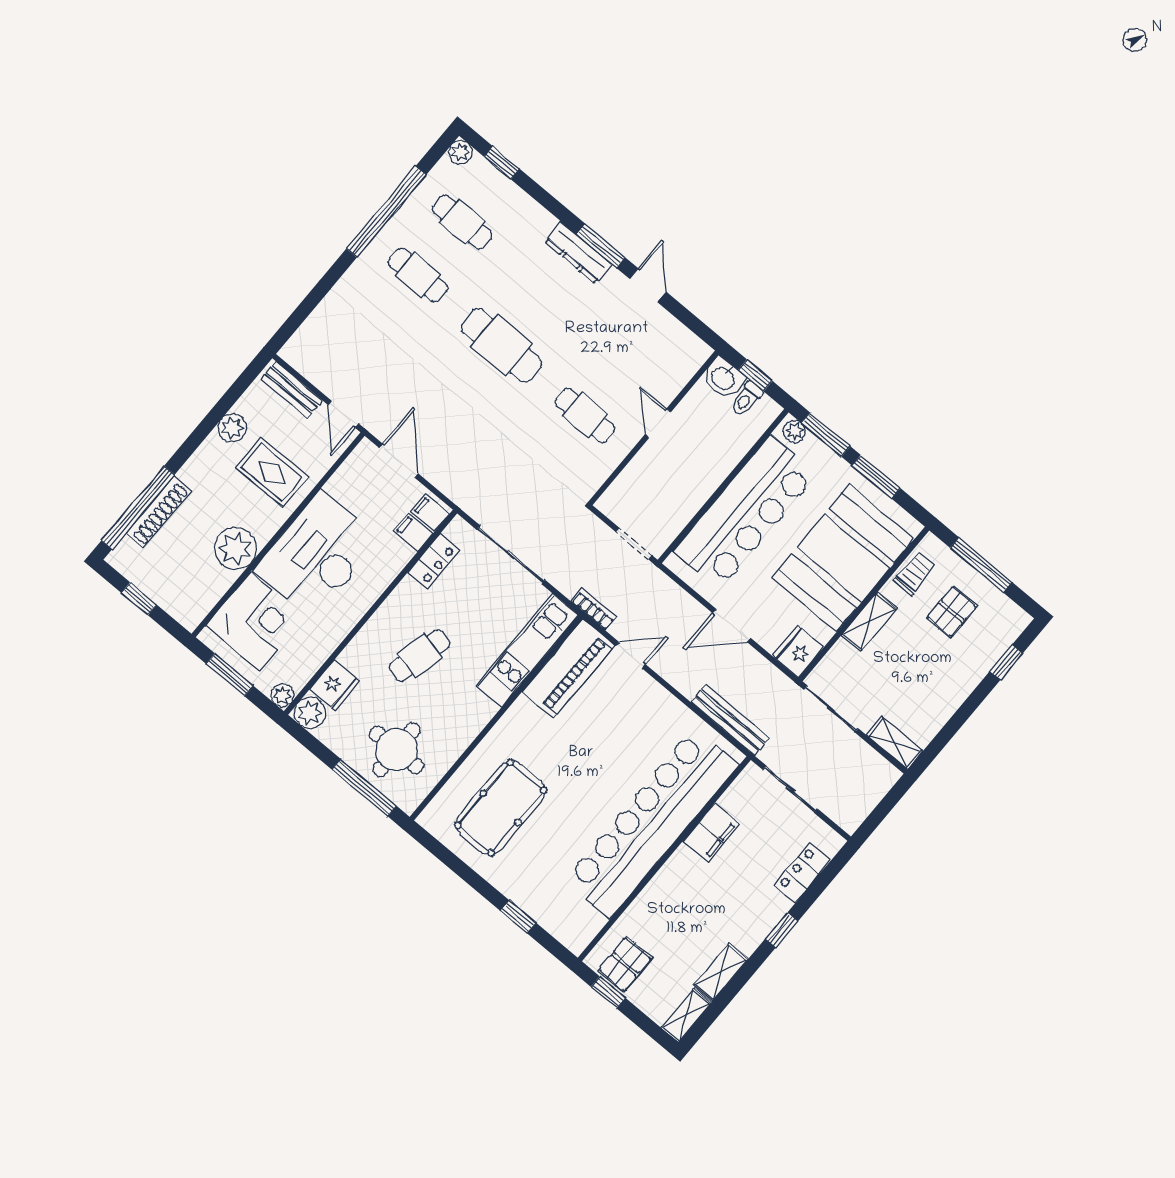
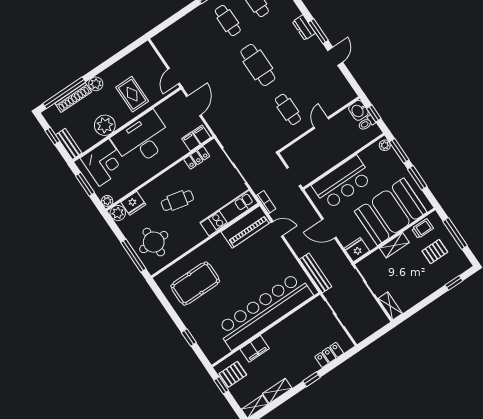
dresser: (578, 253) -> (304, 27), width x0.70
bench: (292, 390) -> (69, 144), moved
plant: (232, 428) -> (96, 84), moved
bar counter: (745, 512) -> (342, 182), width x0.73
filing cabinet: (711, 833) -> (255, 349), moved

